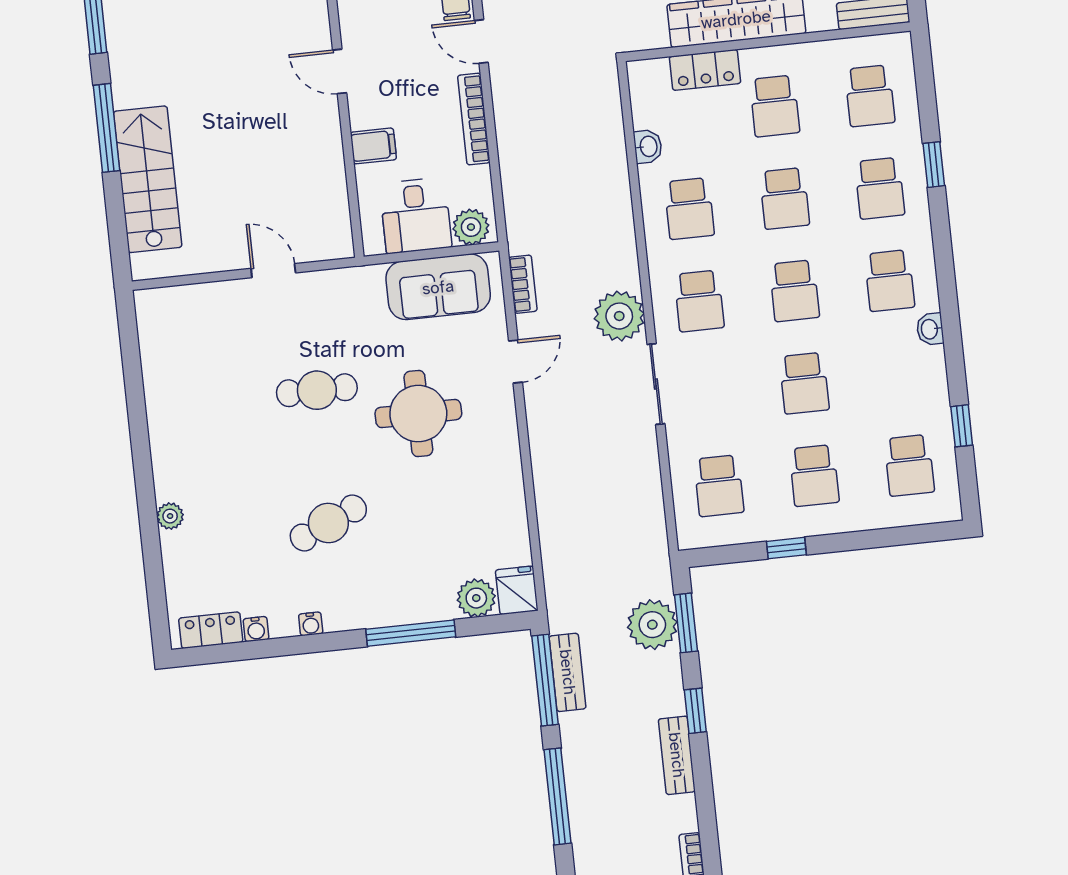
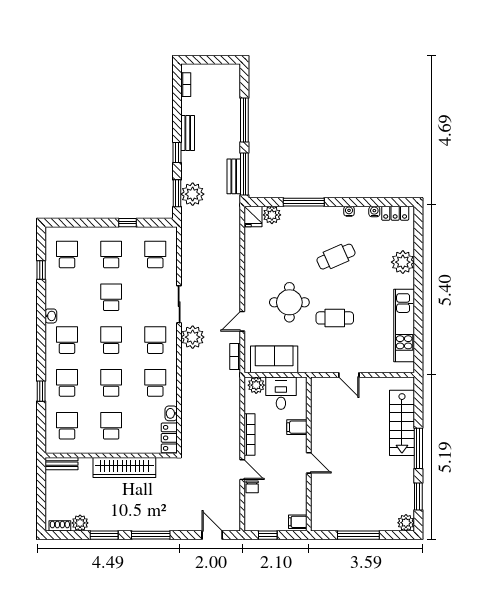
locker: (705, 70) -> (169, 438), moved, turned -90
kitchen unit: (165, 390) -> (404, 326), added
plant: (170, 516) -> (403, 262), width x1.88, depth x1.88

